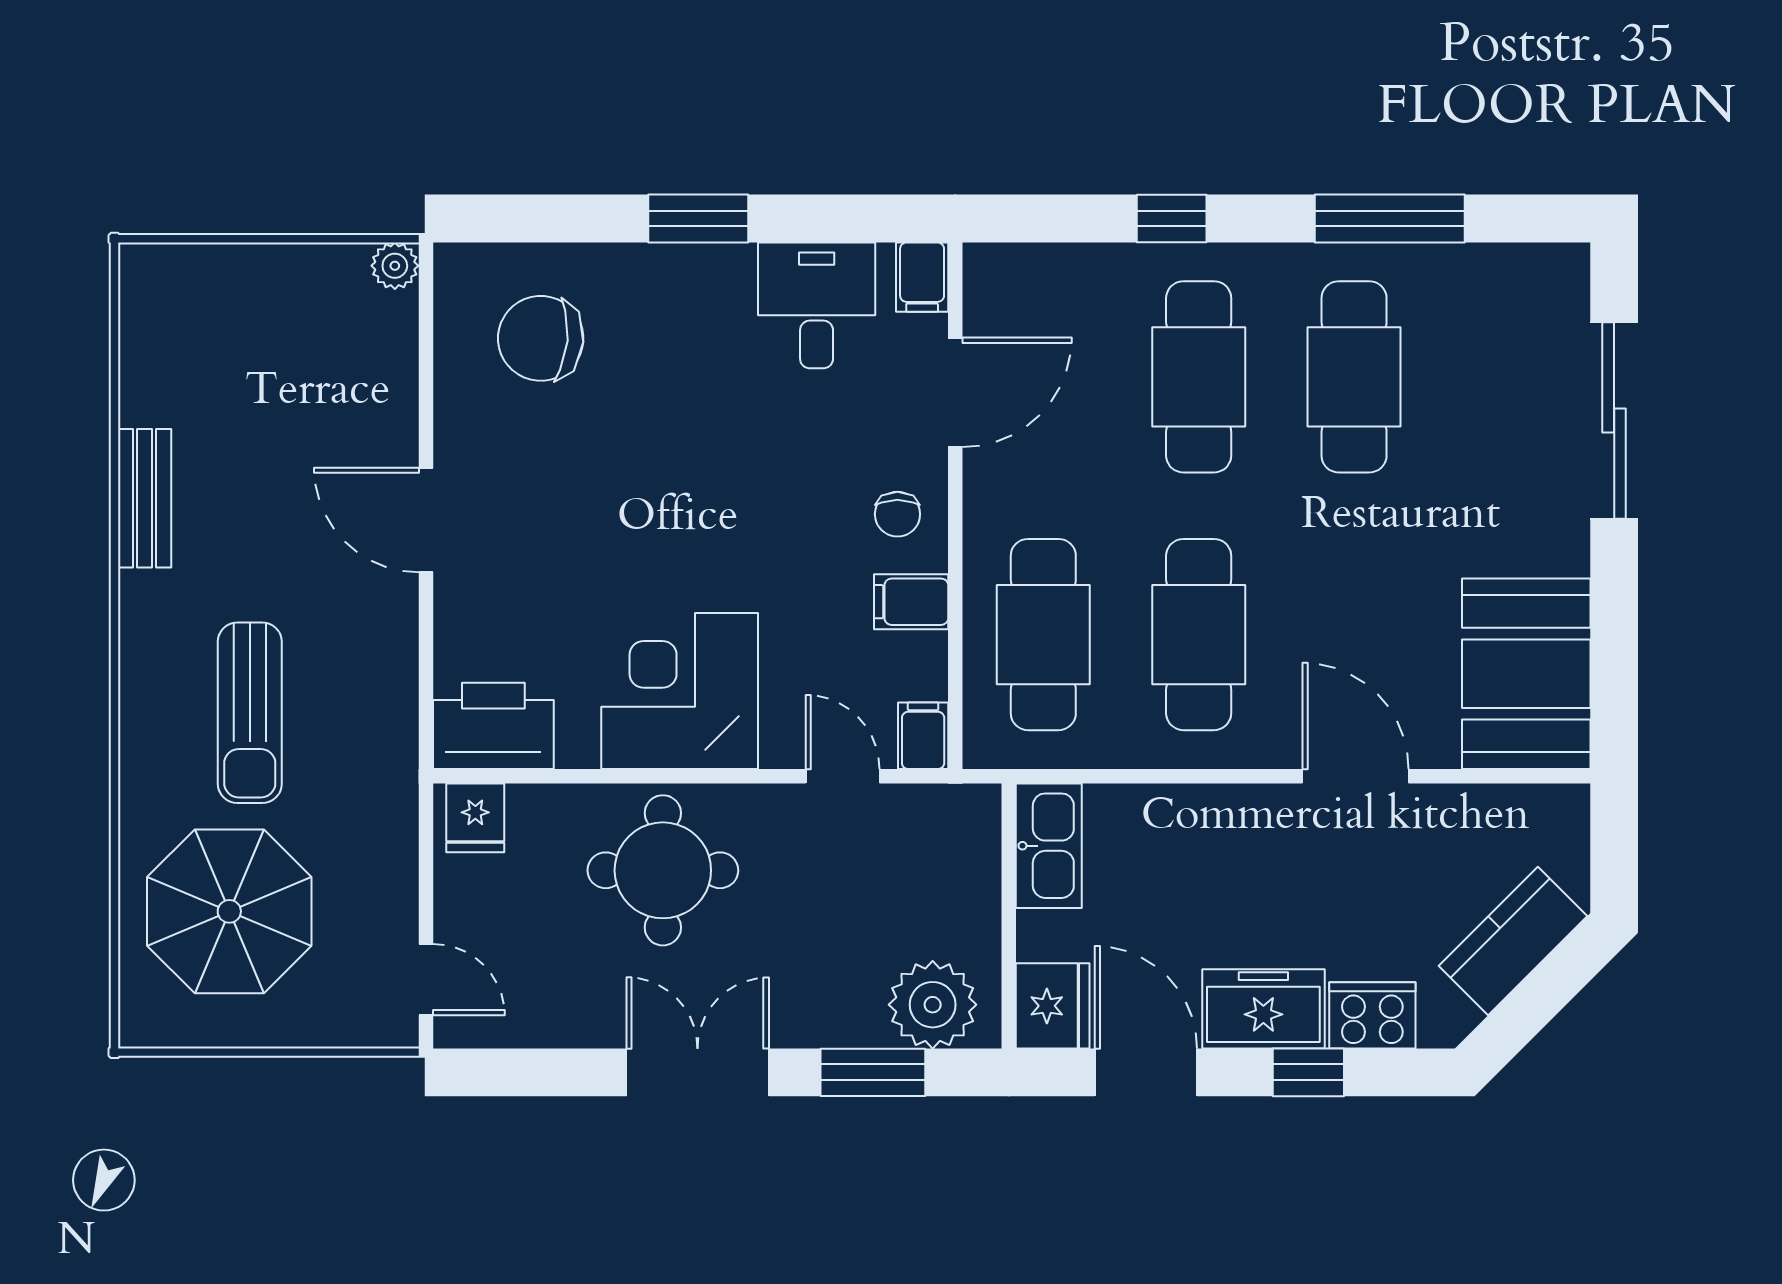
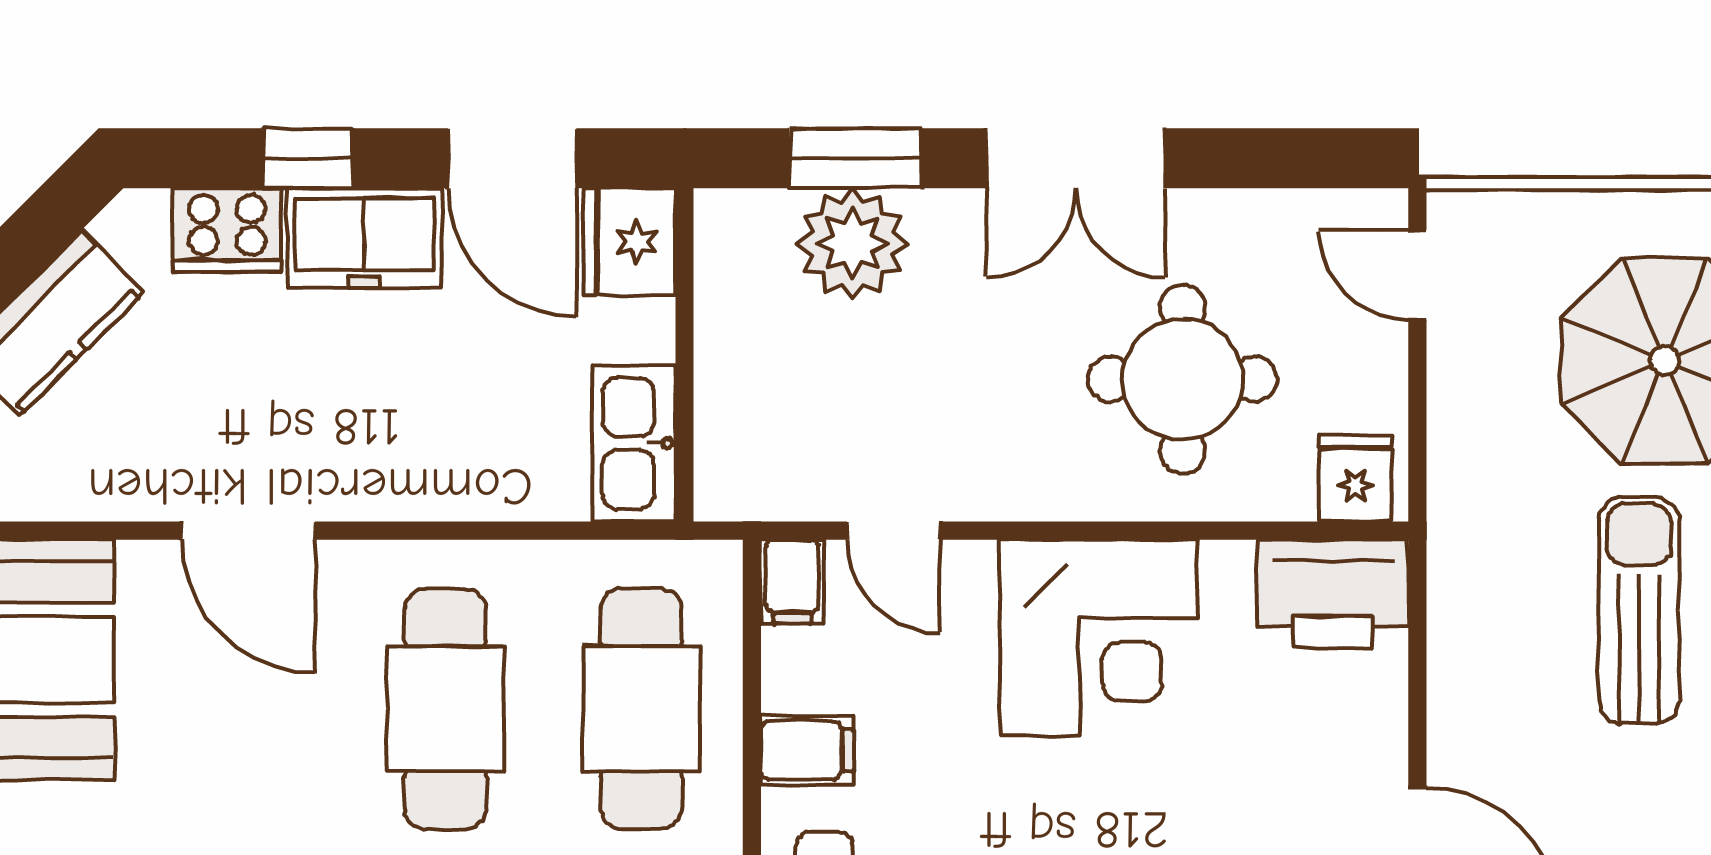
round table: (663, 870) -> (1183, 379), moved
plant: (933, 1005) -> (852, 243), moved

